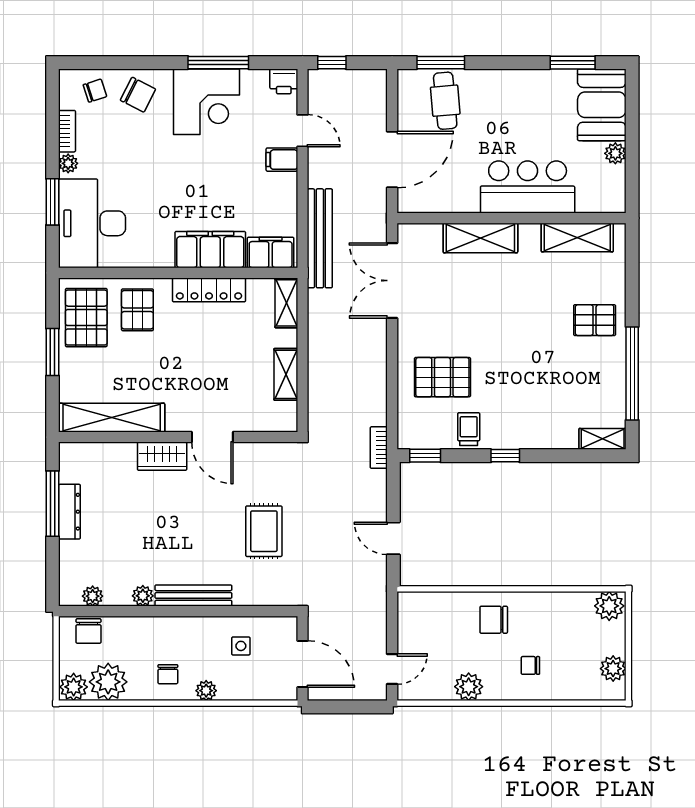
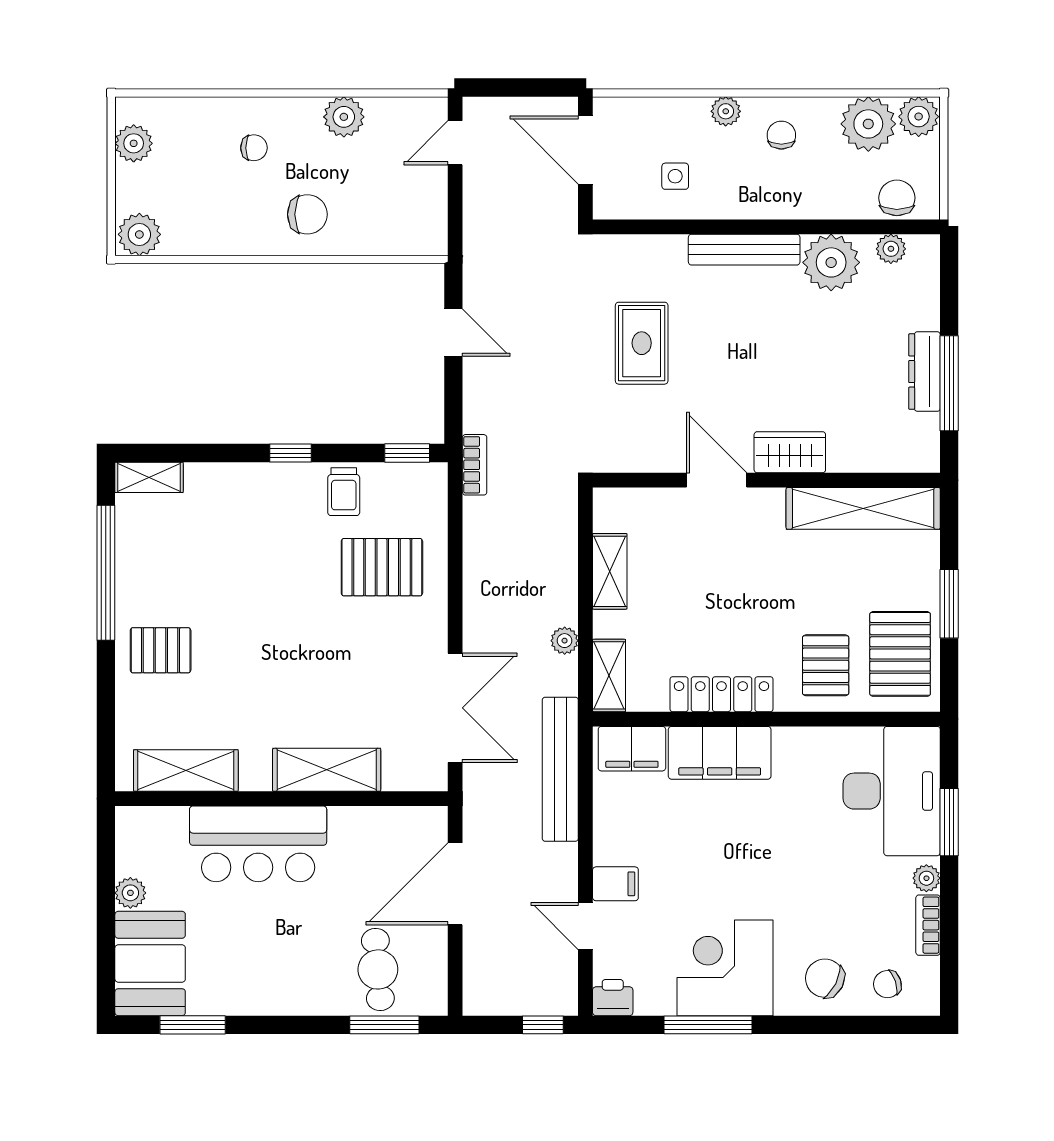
plant: (317, 327) -> (565, 641), added
plant: (143, 596) -> (831, 262), width x1.87, depth x1.87

